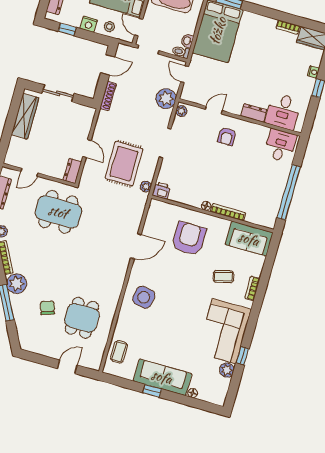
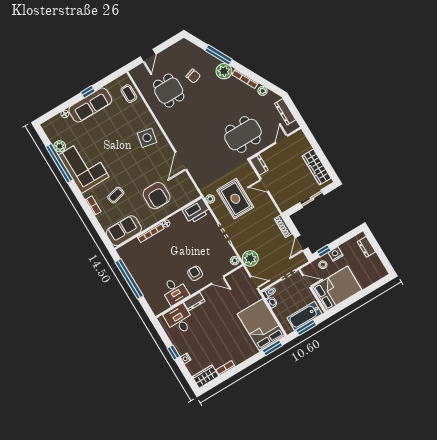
window: (67, 29) -> (324, 251), moved
door: (214, 110) -> (218, 280), hinge flipped
desk: (280, 146) -> (175, 291), moved
printer: (161, 191) -> (196, 211), width x1.87, depth x1.48
window: (243, 356) -> (59, 163), width x3.17

